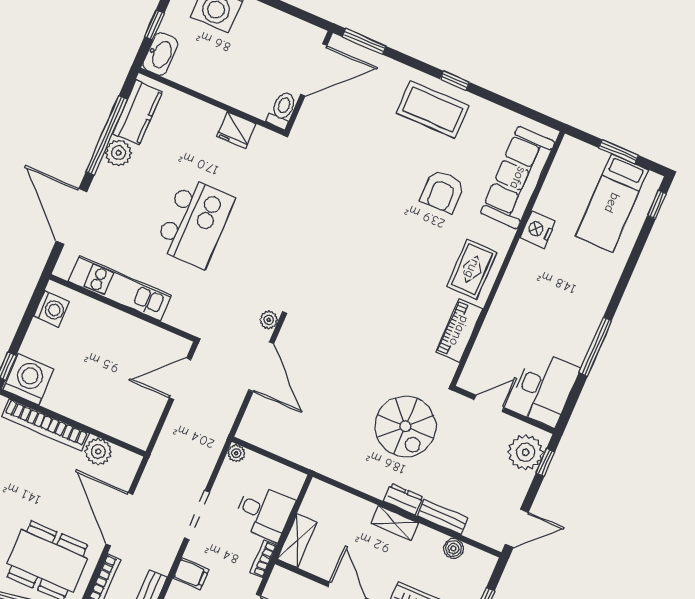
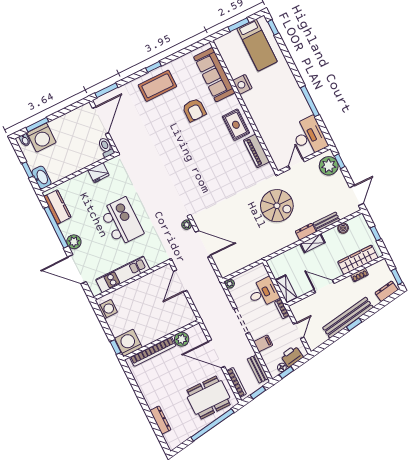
plant: (118, 153) -> (74, 242), moved

